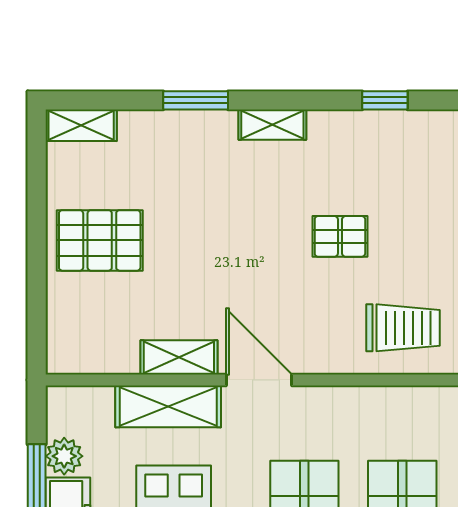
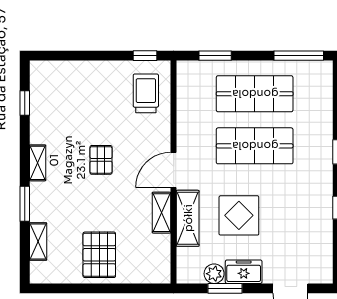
shelving: (81, 125) -> (38, 242), moved
pallet: (340, 236) -> (101, 160), moved

